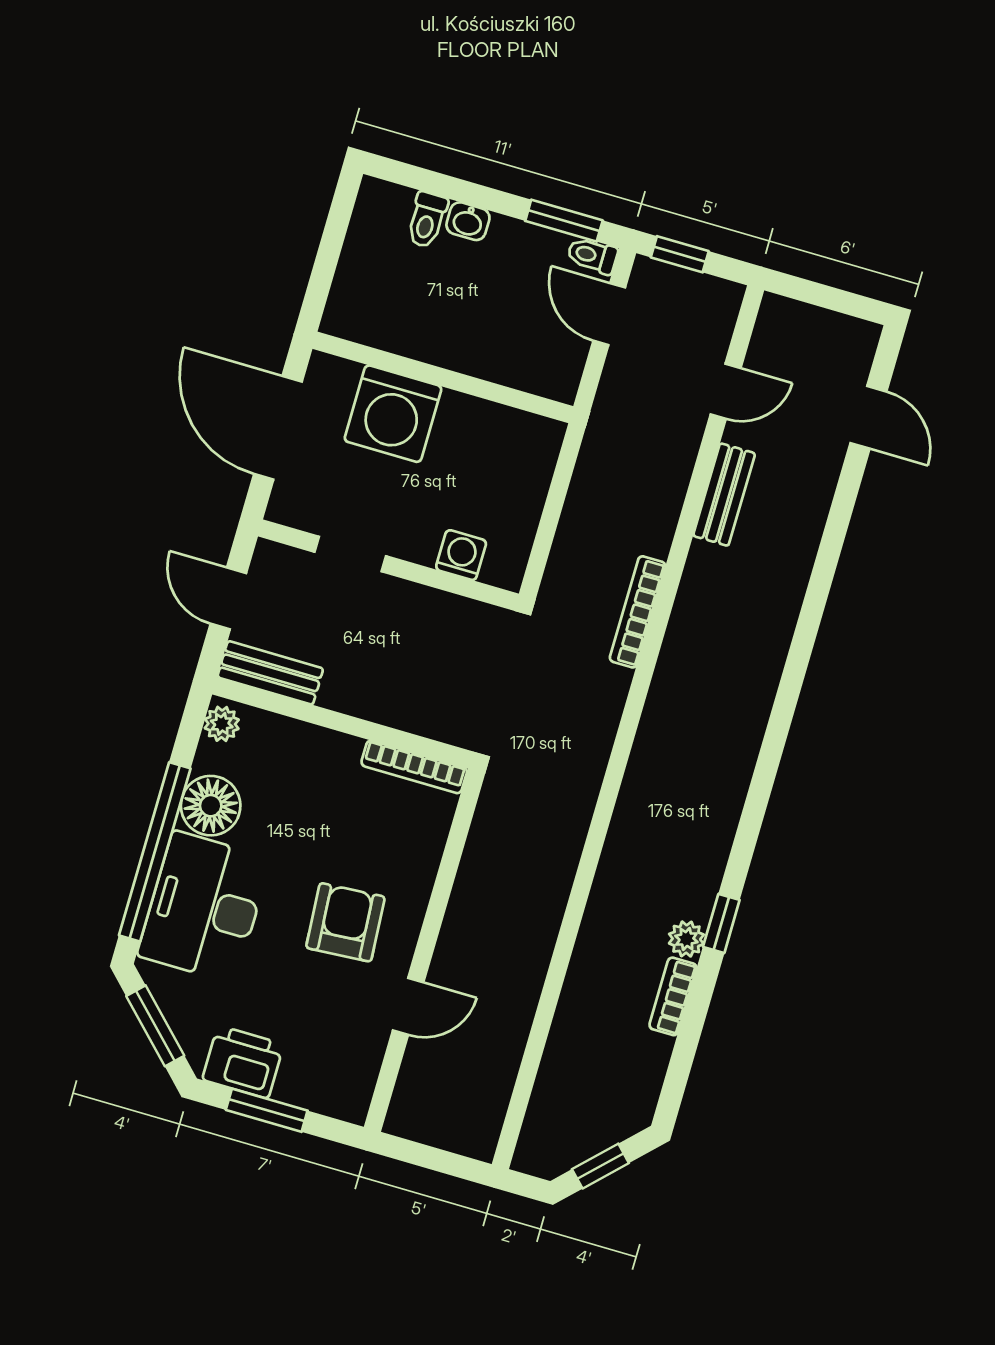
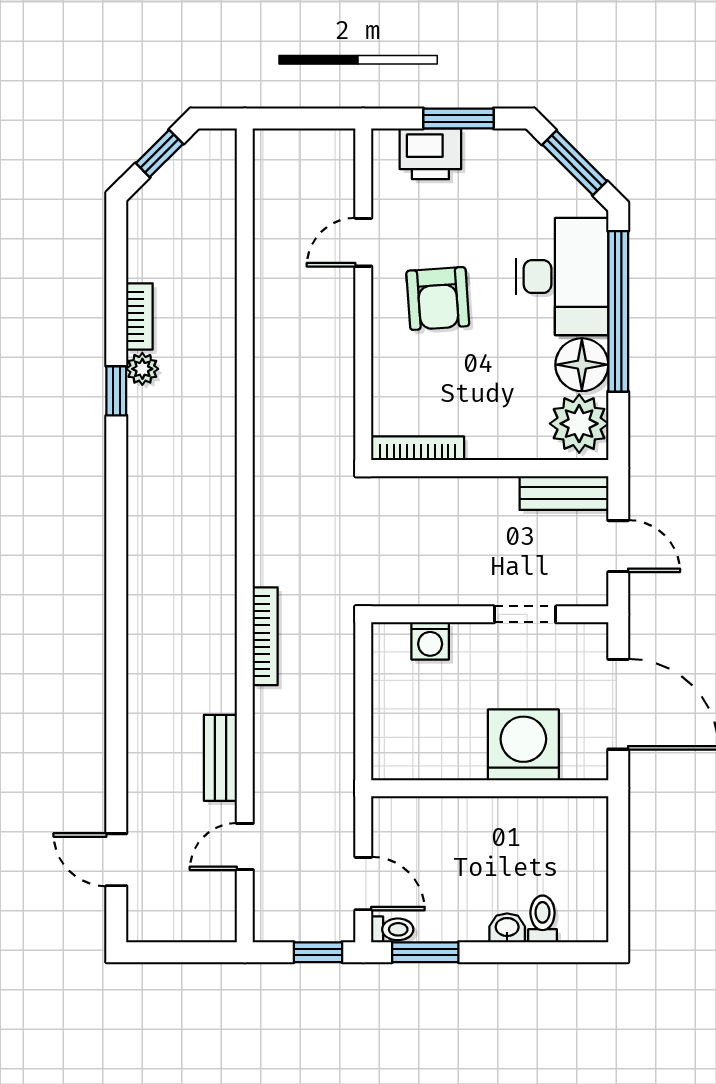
plant: (222, 724) -> (579, 424), width x1.88, depth x1.88
printer: (243, 1062) -> (430, 154), moved

